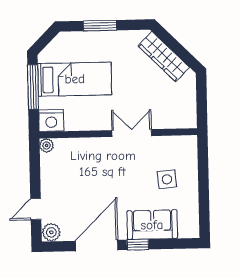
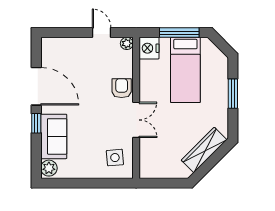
armchair: (97, 150) -> (122, 88), added
side table: (167, 179) -> (115, 158), moved
door: (36, 209) -> (102, 33), moved
plant: (51, 232) -> (49, 168), moved

